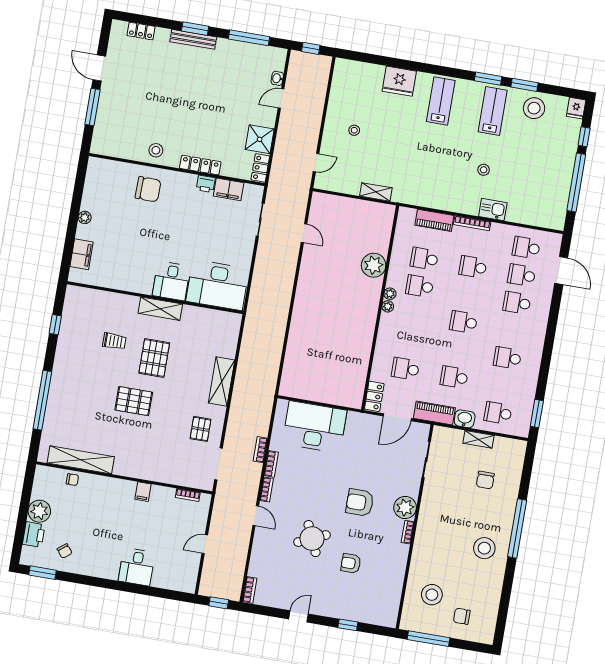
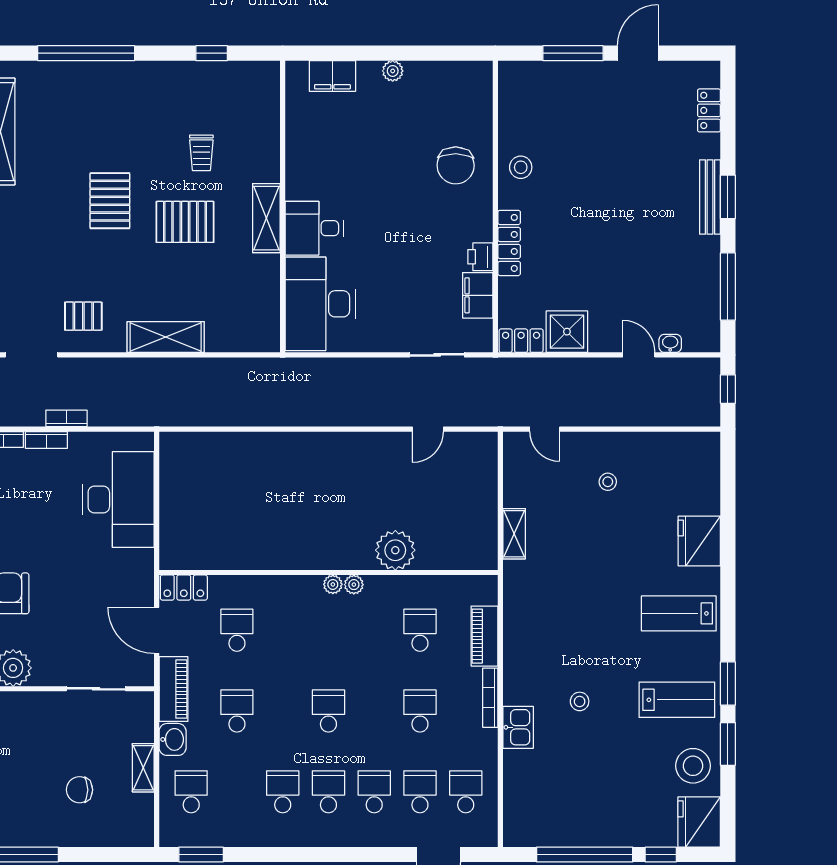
lab bench: (441, 101) -> (679, 613), turned 180
fridge: (576, 108) -> (699, 822), width x1.88, depth x1.34
school desk: (420, 286) -> (328, 792), moved

